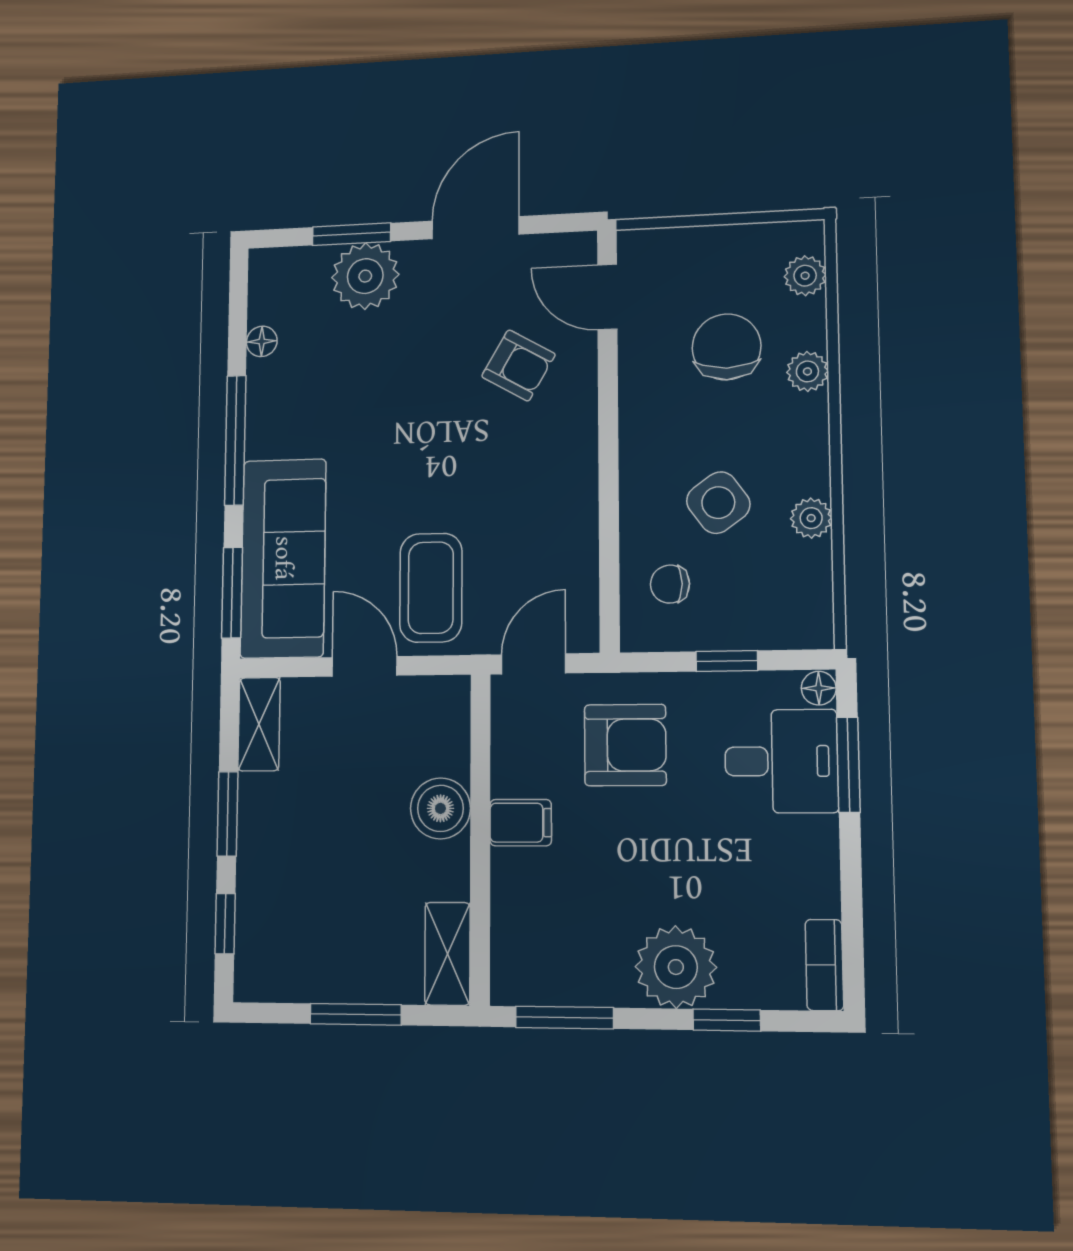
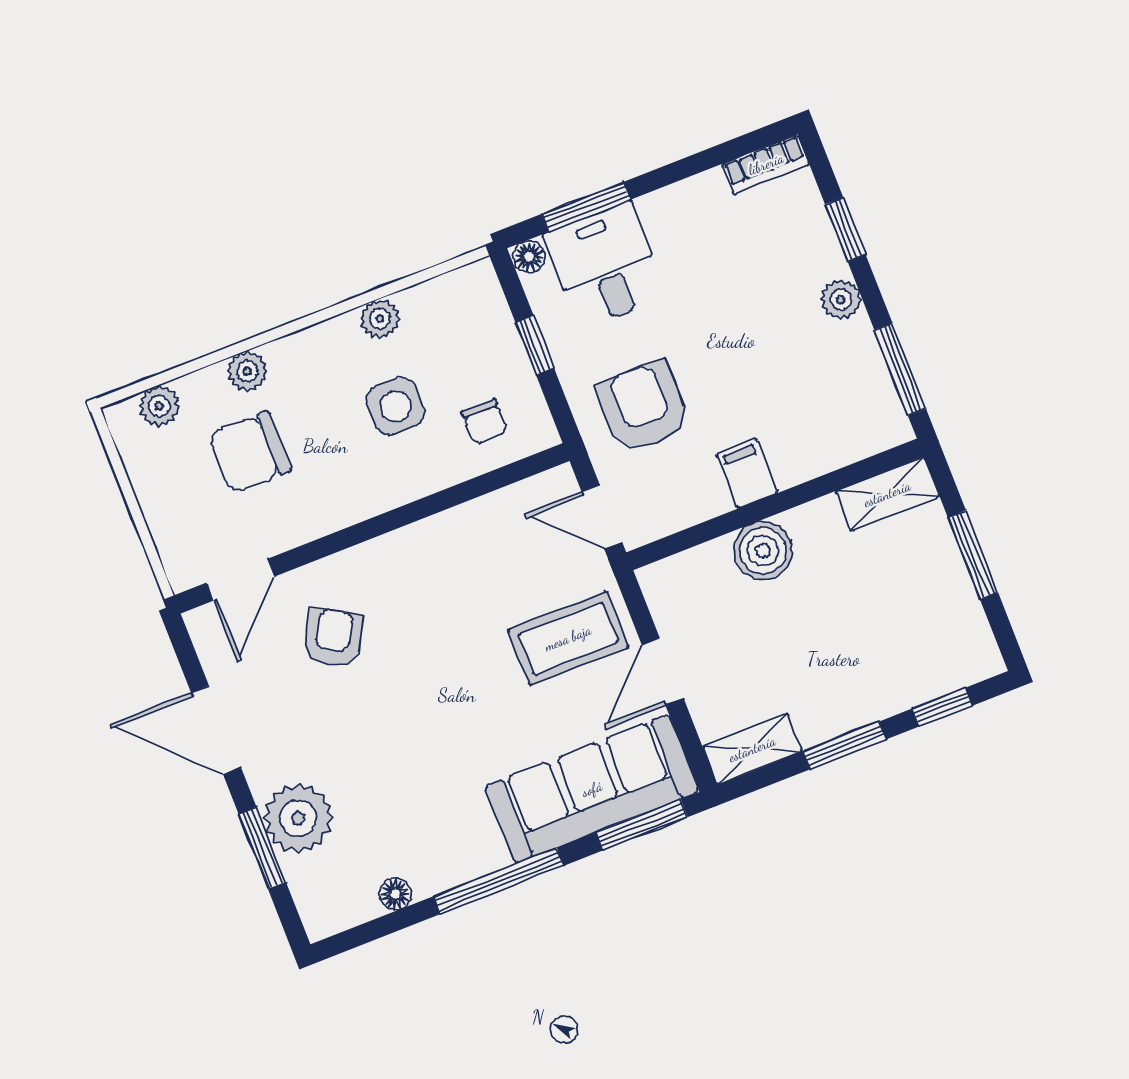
side table: (718, 503) -> (395, 406), turned 36
plant: (676, 967) -> (841, 300), width x0.53, depth x0.53

